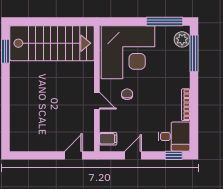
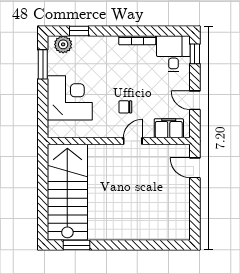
window: (165, 22) -> (43, 64), width x0.69
corner desk: (128, 52) -> (70, 98), width x0.74, depth x0.74
window: (194, 53) -> (79, 31), width x0.46
filing cabinet: (108, 139) -> (169, 128), width x2.00

